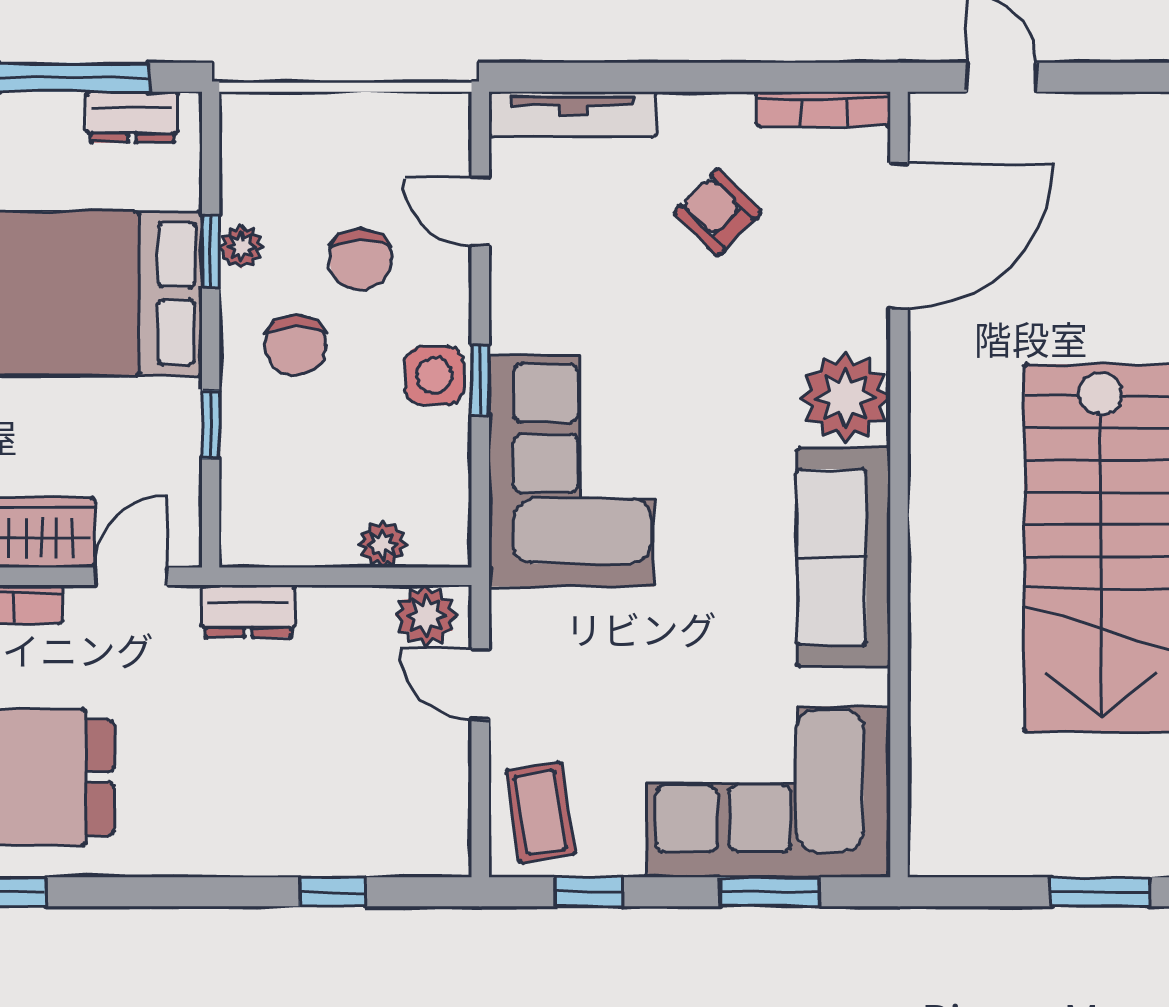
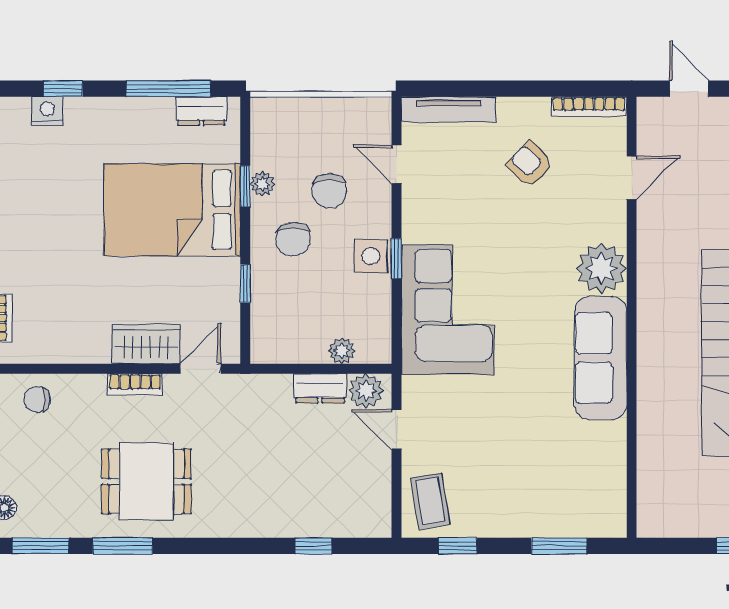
door: (899, 236) -> (632, 178), width x0.53
dresser: (248, 611) -> (320, 388), moved
corner sofa: (768, 792) -> (558, 490), removed

